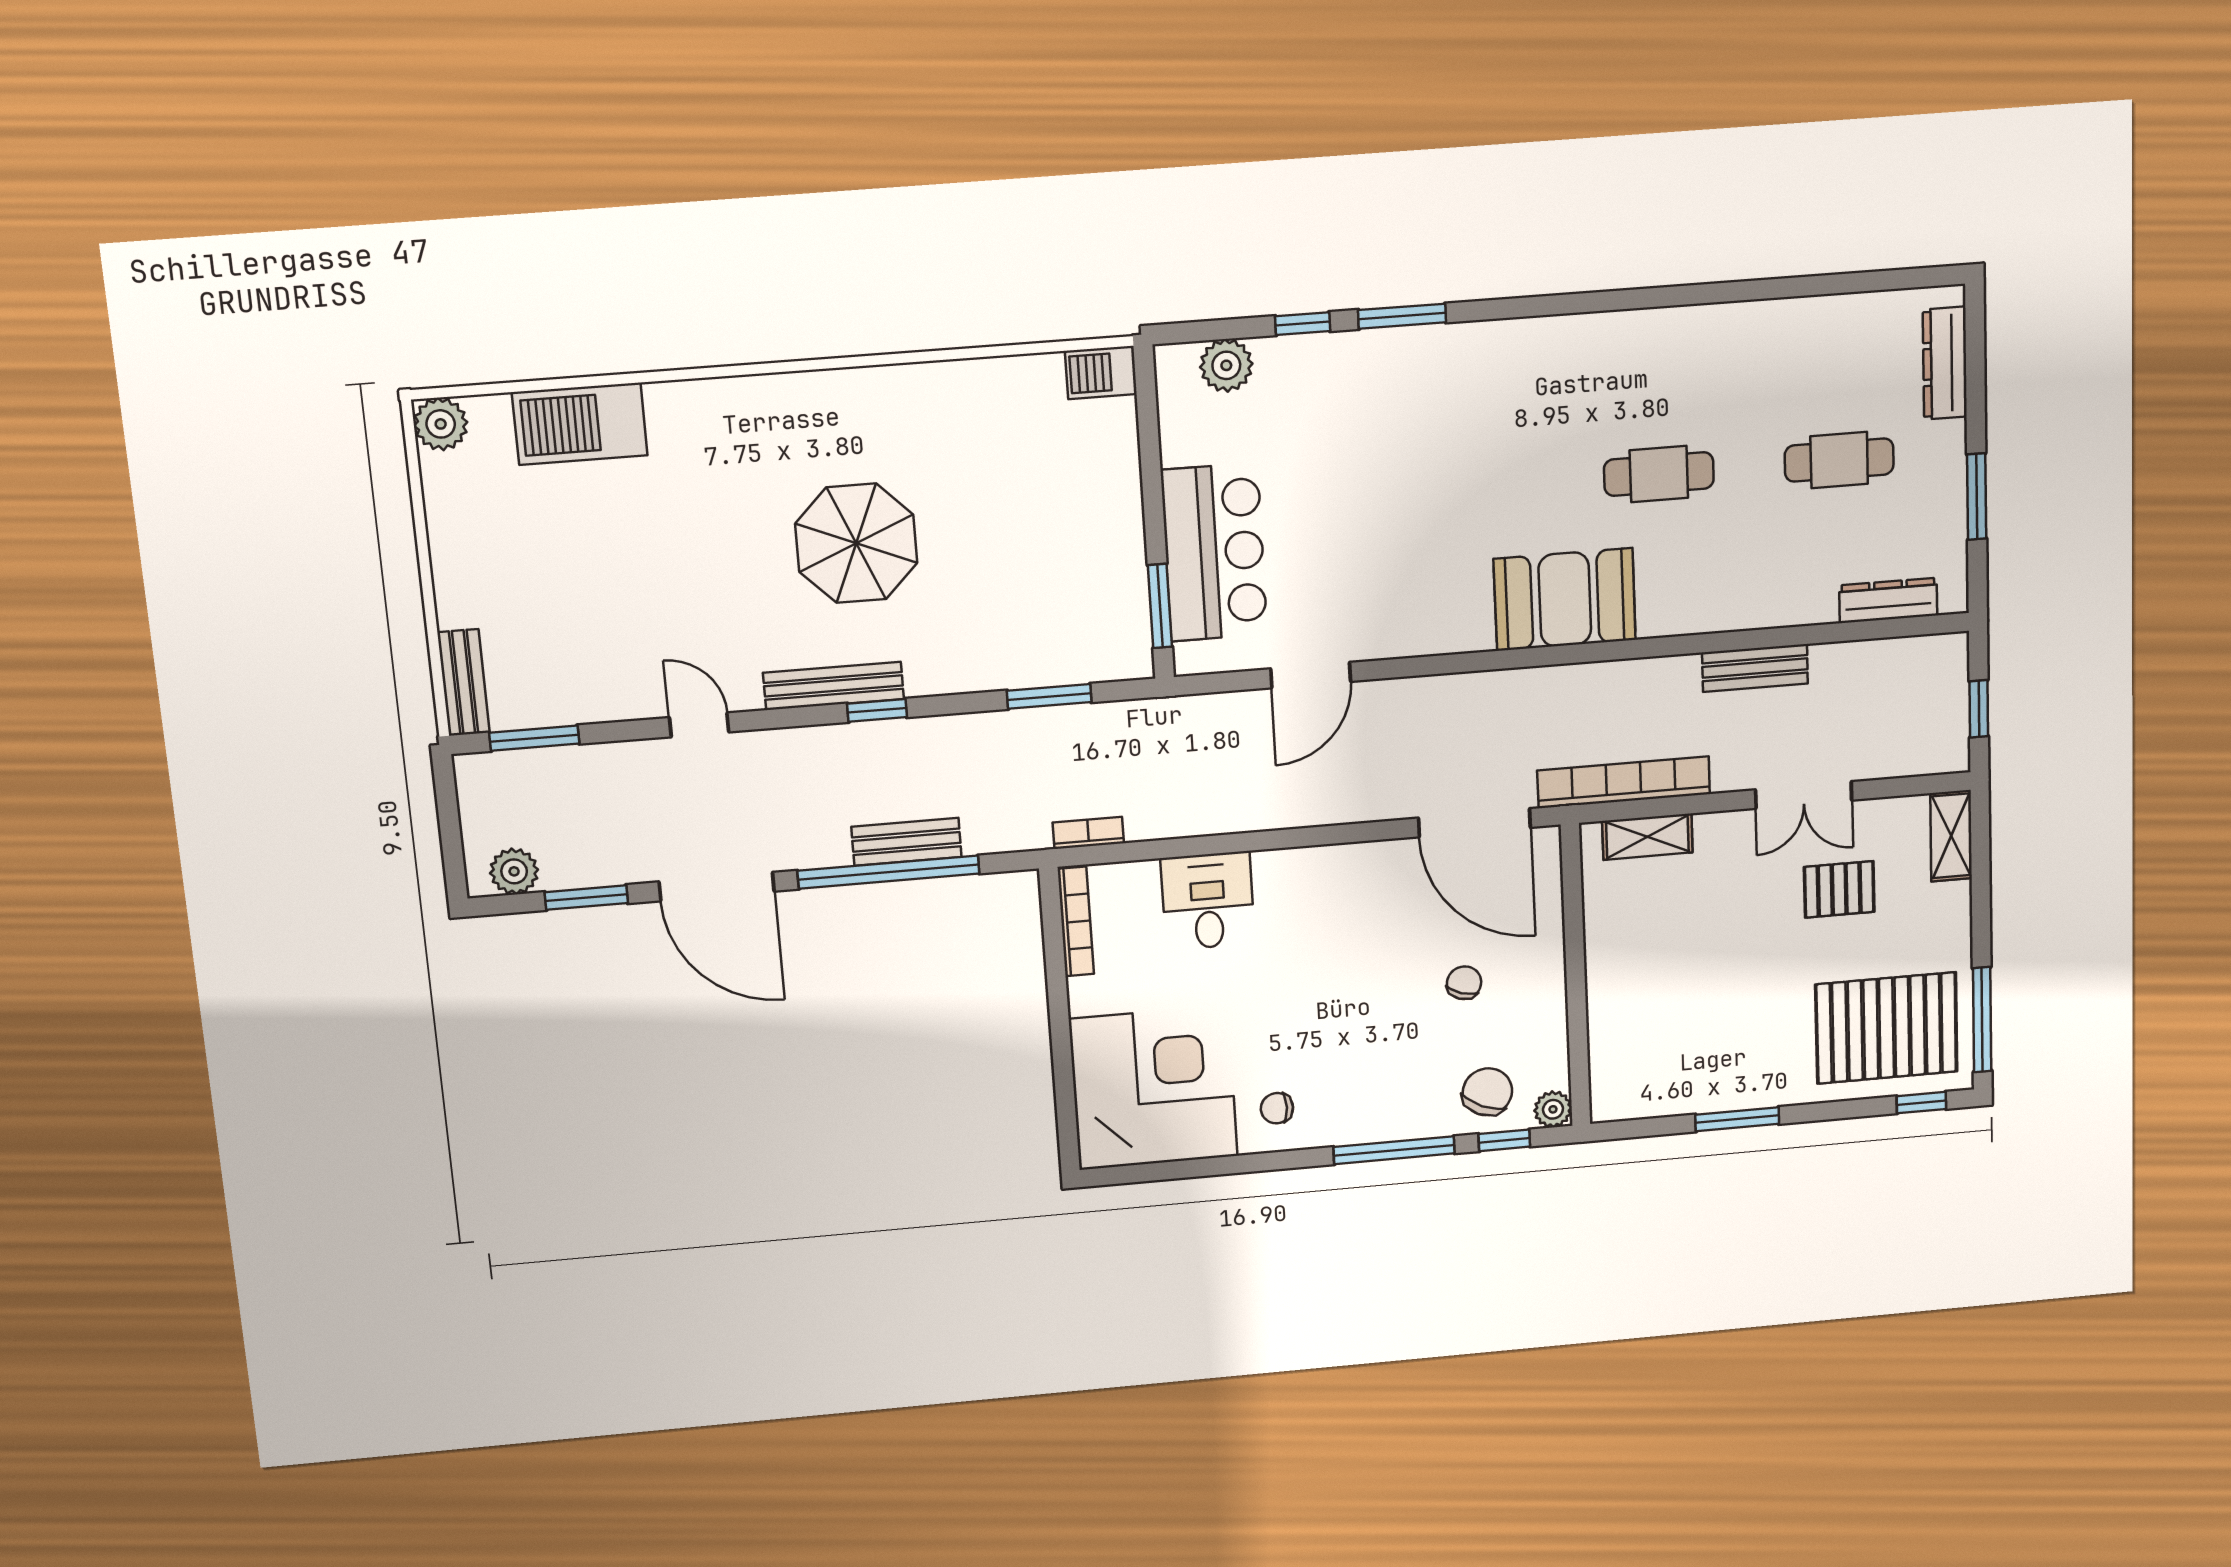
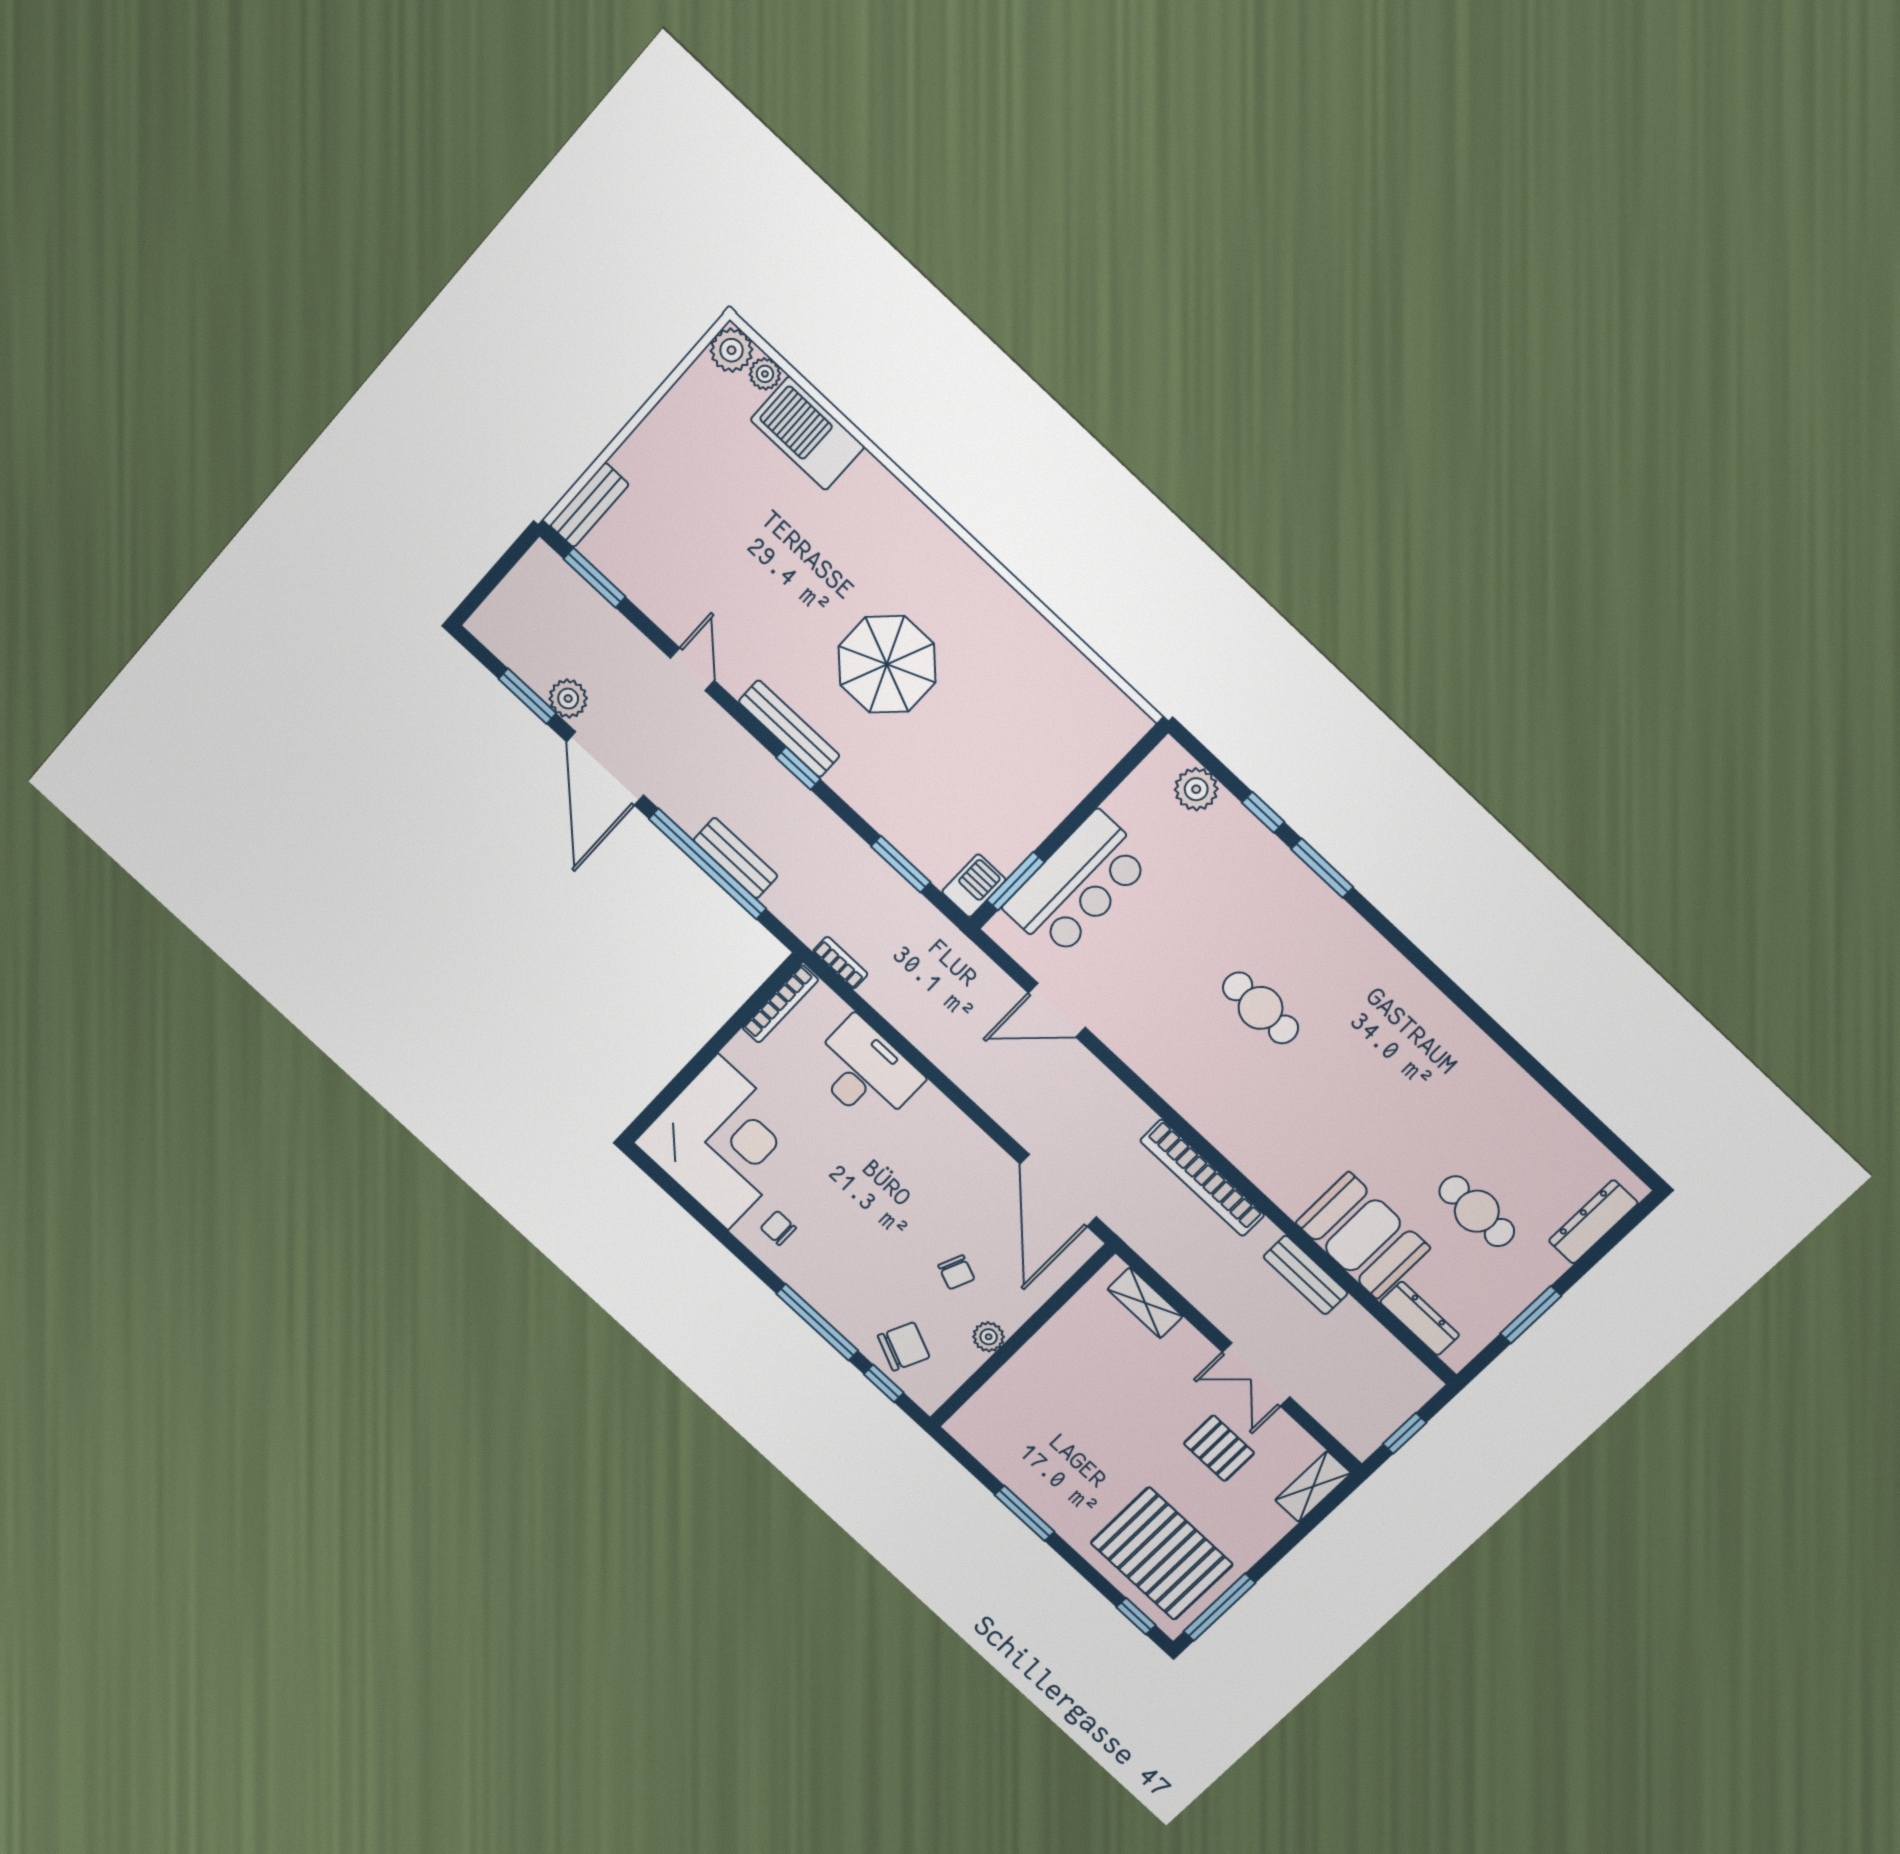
barbecue: (1101, 373) -> (974, 886), moved, turned 90
plant: (490, 413) -> (765, 374), added
cafe table: (1659, 474) -> (1261, 1008), moved
booth: (1565, 599) -> (1363, 1235), moved
bookcase: (1624, 782) -> (1202, 1178), moved, turned 180
plant: (514, 871) -> (568, 699), moved
desk: (1208, 901) -> (865, 1072), width x1.37
chair: (1464, 983) -> (956, 1272), turned 94
plant: (1553, 1109) -> (989, 1337), moved

